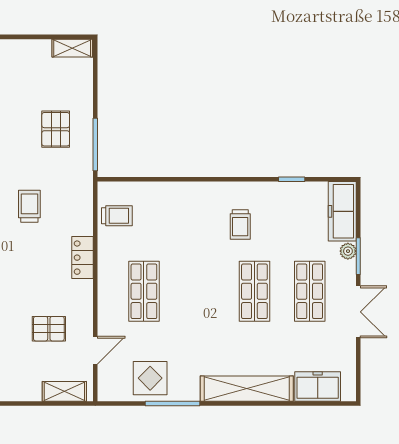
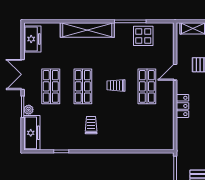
trolley: (117, 216) -> (116, 85), moved
door: (95, 350) -> (175, 72), moved
freezer: (318, 386) -> (32, 39), moved, turned -90

